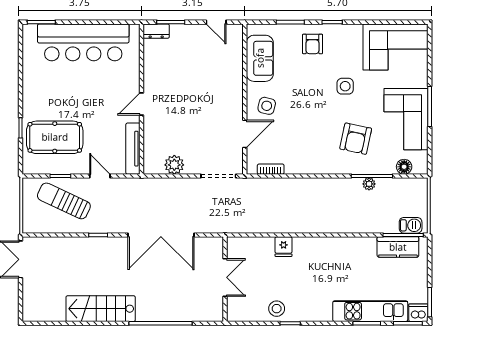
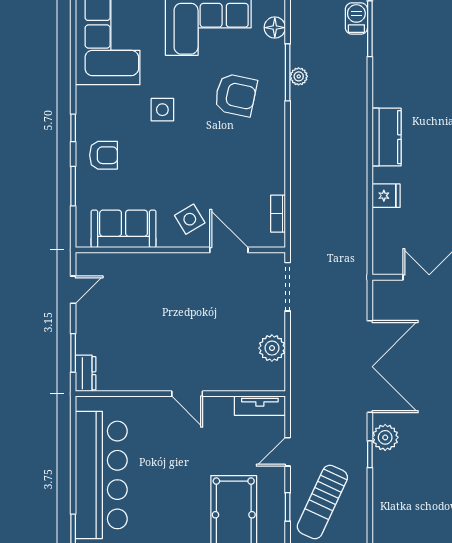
side table: (267, 106) -> (190, 219), turned 45
tv unit: (133, 149) -> (260, 406), width x0.71
plant: (110, 246) -> (385, 437), added
kitchen counter: (398, 247) -> (387, 137), moved

